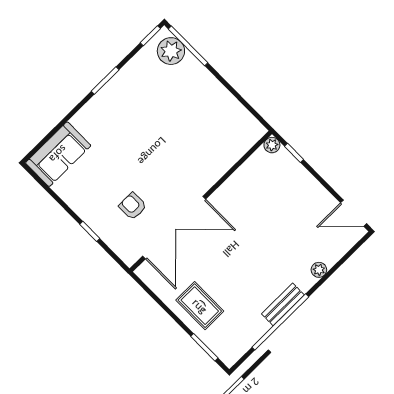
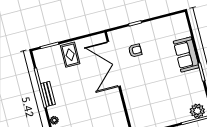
sofa: (58, 154) -> (186, 54), moved
rug: (200, 306) -> (70, 55), turned 90

